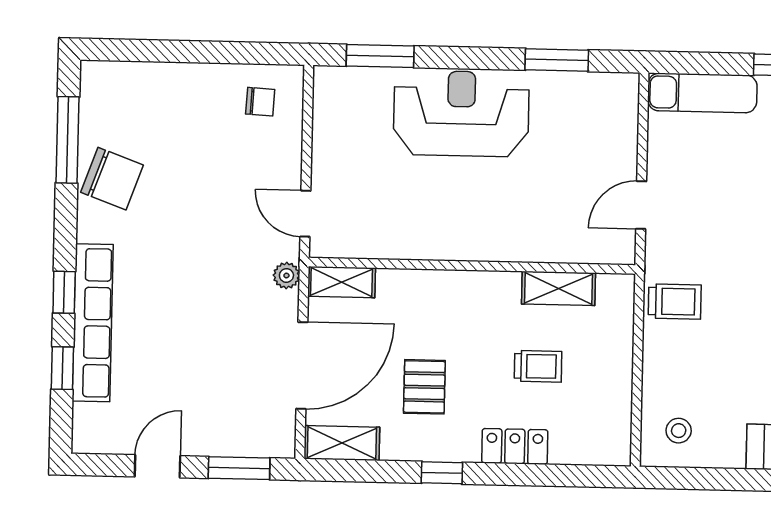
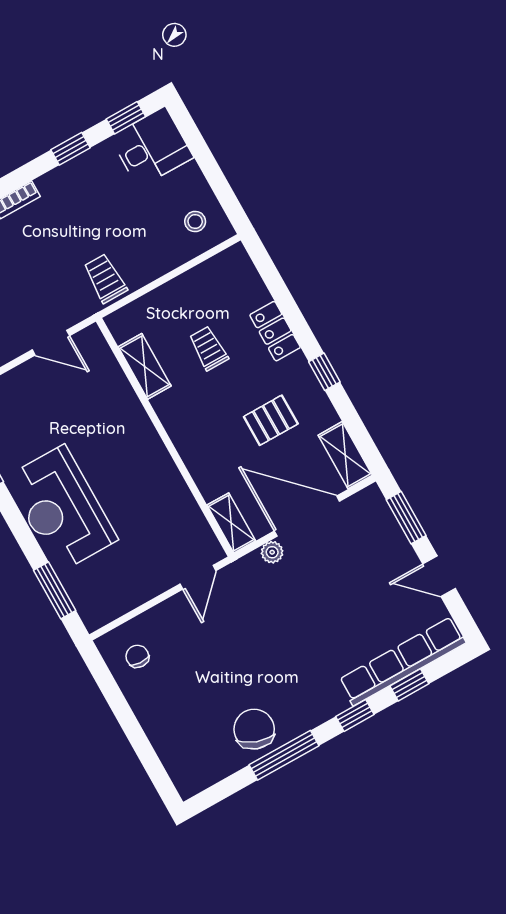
window: (68, 140) -> (284, 755), moved
plant: (286, 276) -> (272, 552), moved
row of seats: (93, 323) -> (402, 661), moved

